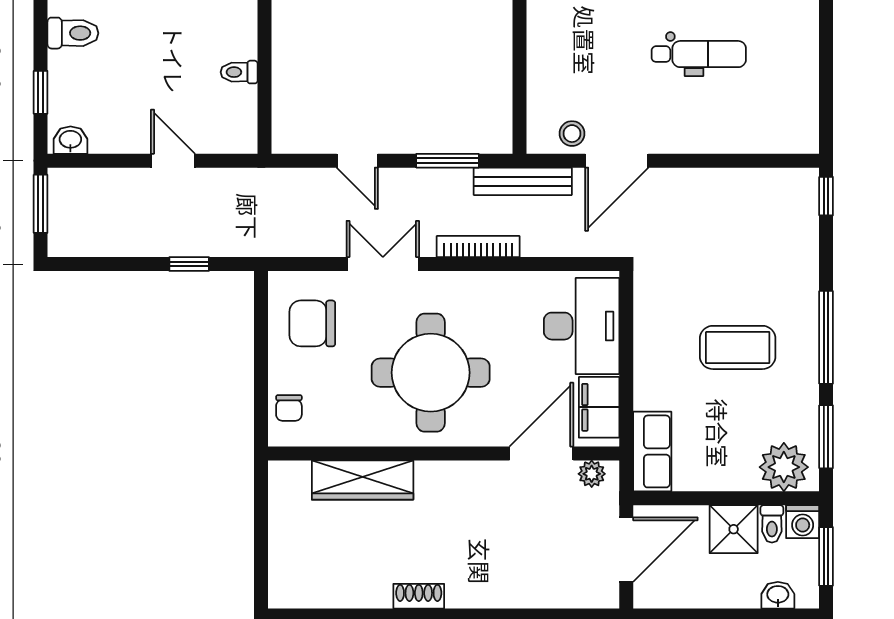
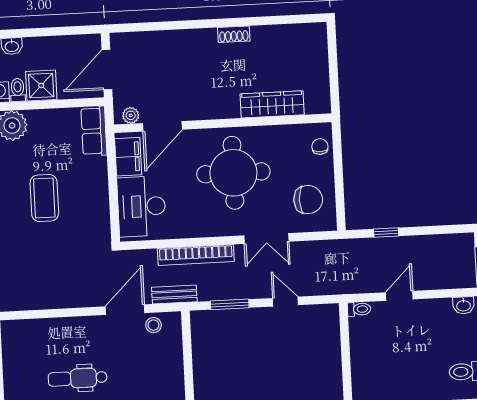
toilet: (239, 72) -> (359, 309), moved
door: (173, 161) -> (399, 296), swing flipped
bench: (523, 181) -> (174, 294), width x0.73
bookcase: (478, 247) -> (196, 255), width x1.48, depth x1.31
coffee table: (738, 347) -> (44, 198), turned 90

